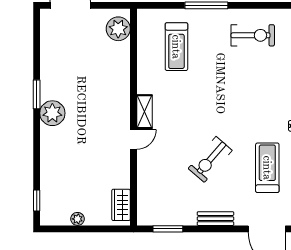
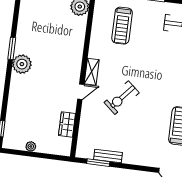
exercise bike: (210, 159) -> (122, 98), moved
wardrobe: (121, 205) -> (67, 124), moved
bench: (215, 219) -> (108, 156), moved

